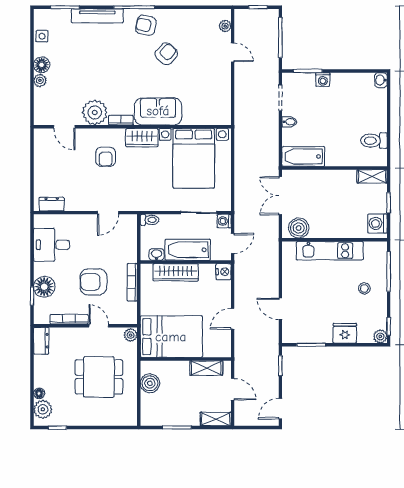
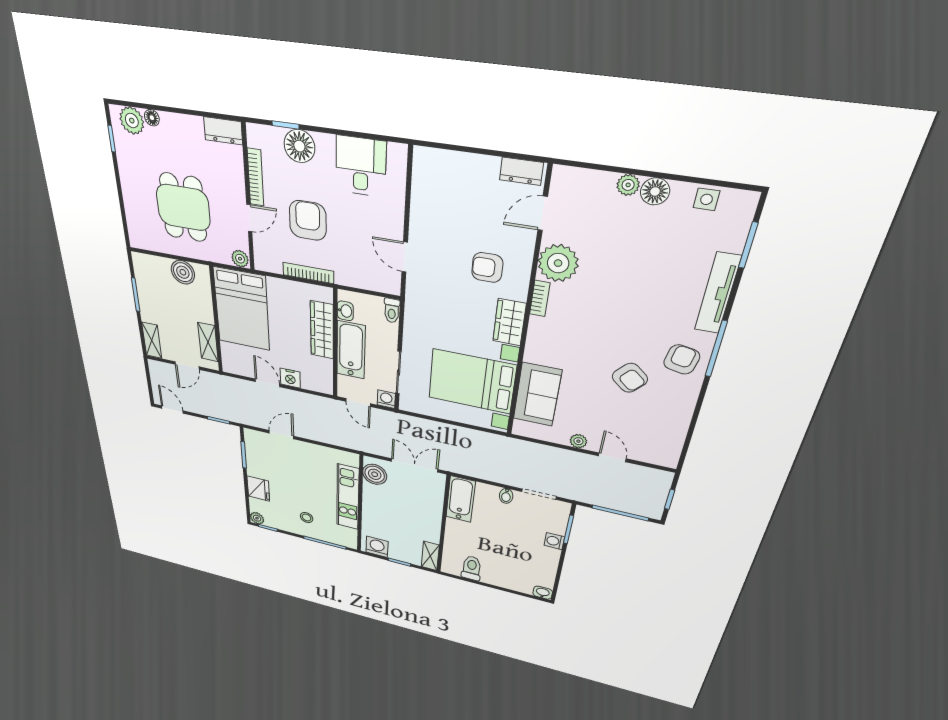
plant: (225, 26) -> (578, 441), moved
door: (233, 52) -> (612, 457), swing flipped
sofa: (158, 111) -> (537, 395), moved
dresser: (52, 204) -> (521, 171), moved, turned 90
nightstand: (224, 272) -> (290, 378), moved

